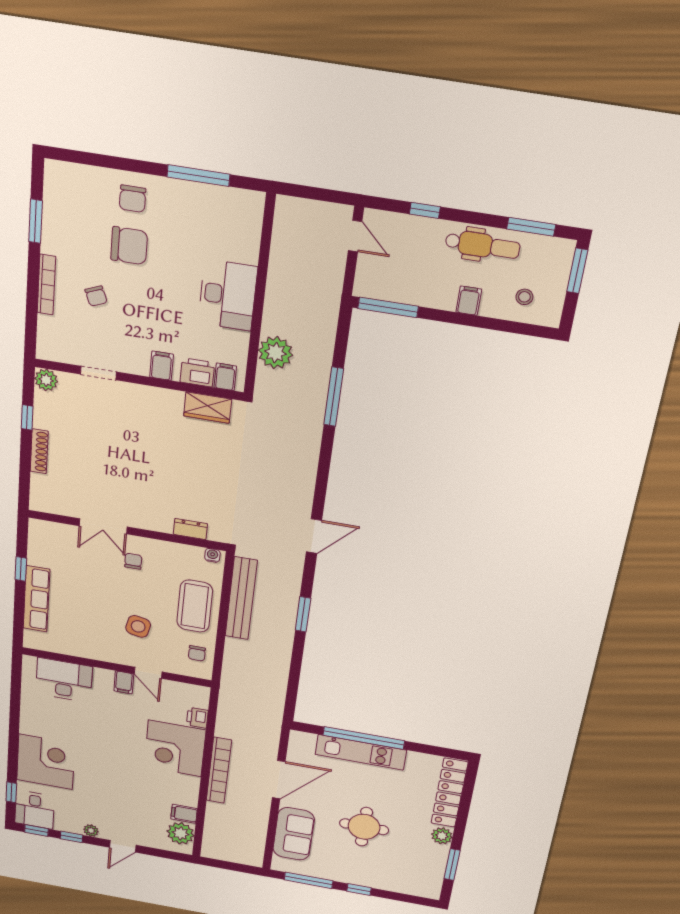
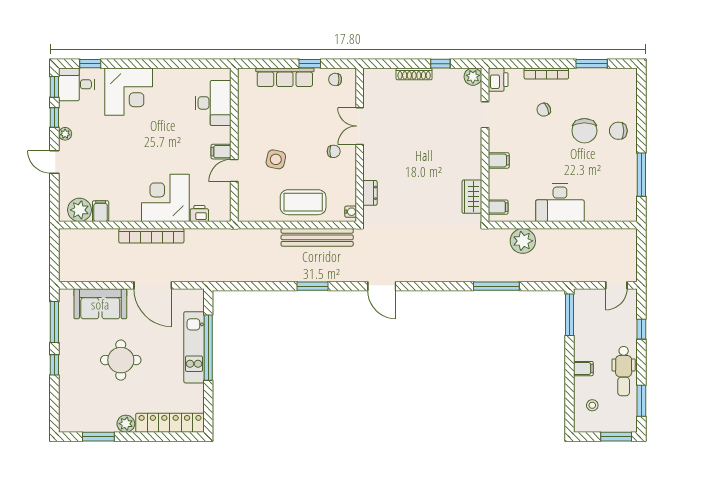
printer: (197, 372) -> (498, 80), moved
chair: (197, 653) -> (335, 79), moved

